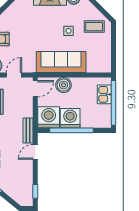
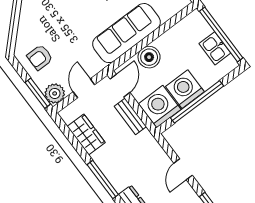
kitchen sink: (104, 94) -> (215, 48), moved
bench: (28, 130) -> (130, 116), moved
door: (35, 152) -> (183, 169), moved

